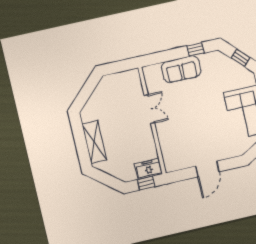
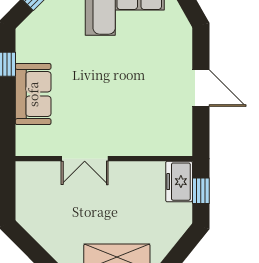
double door: (149, 109) -> (85, 159), swing flipped

